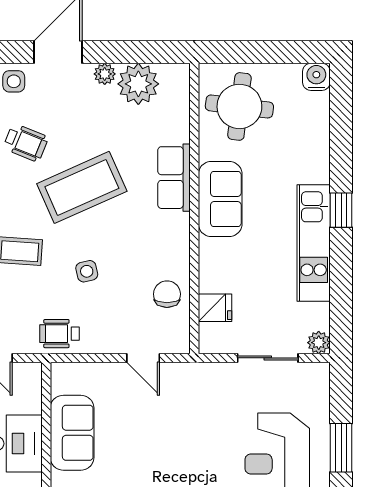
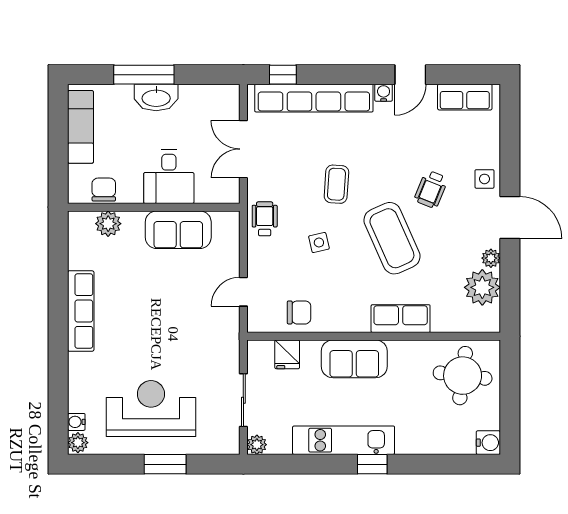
sofa: (220, 199) -> (354, 359), moved

